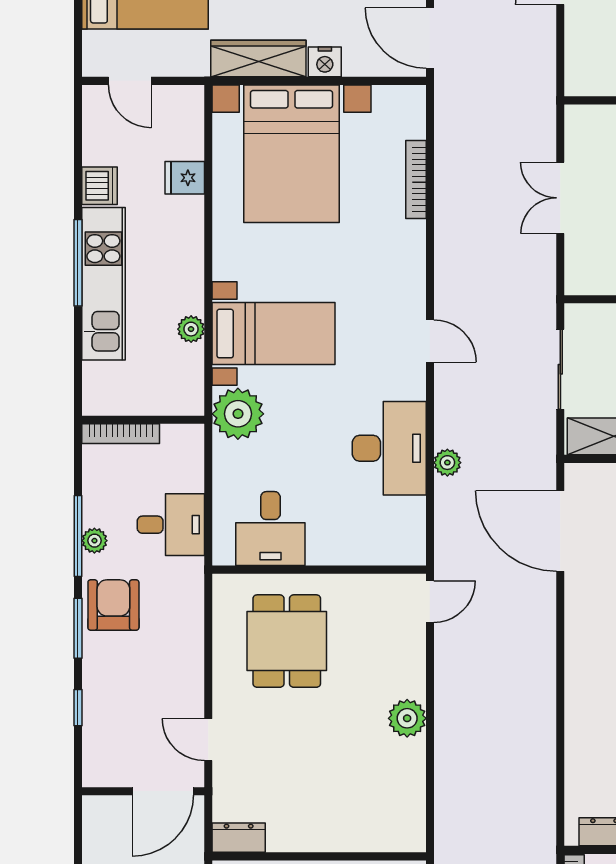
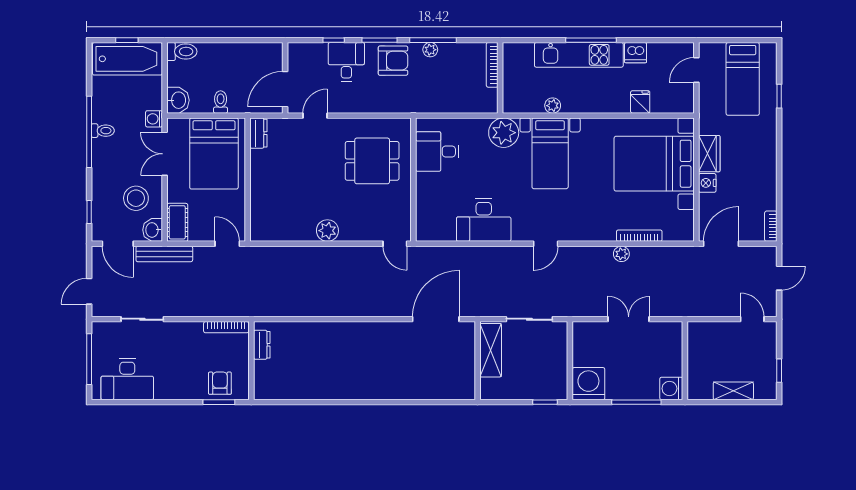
wardrobe: (258, 59) -> (709, 154), width x0.67
plant: (447, 463) -> (621, 254), moved
desk: (171, 525) -> (346, 62), moved, turned 180
door: (163, 791) -> (285, 89), hinge flipped

